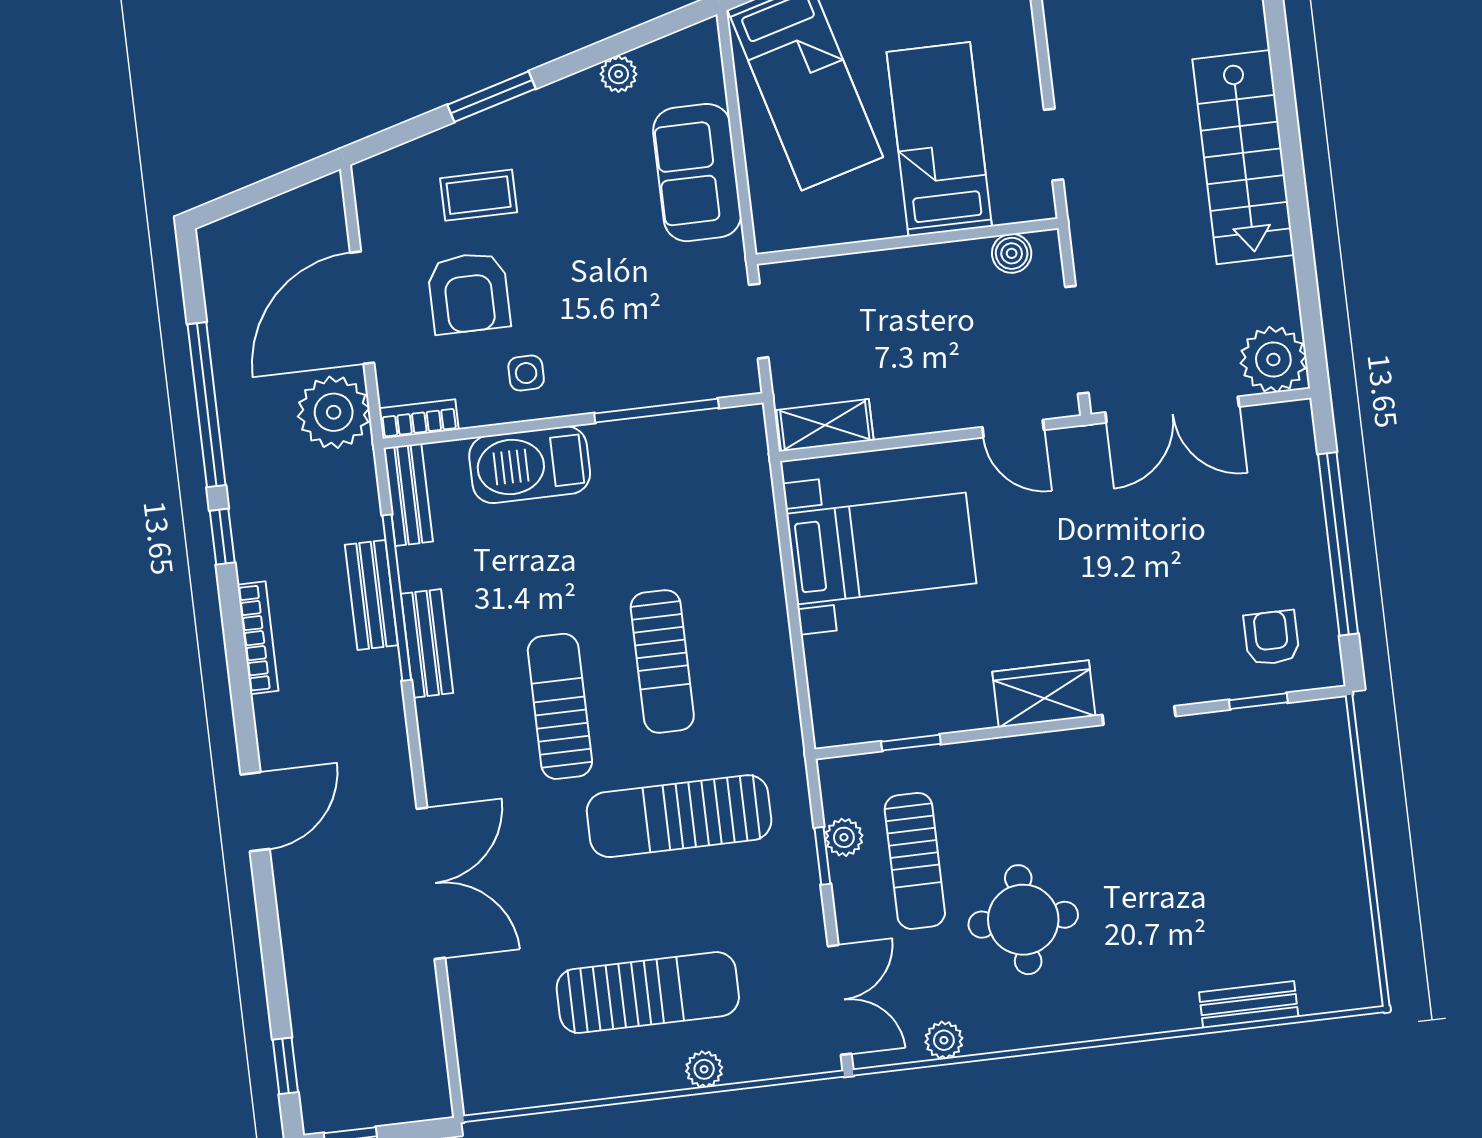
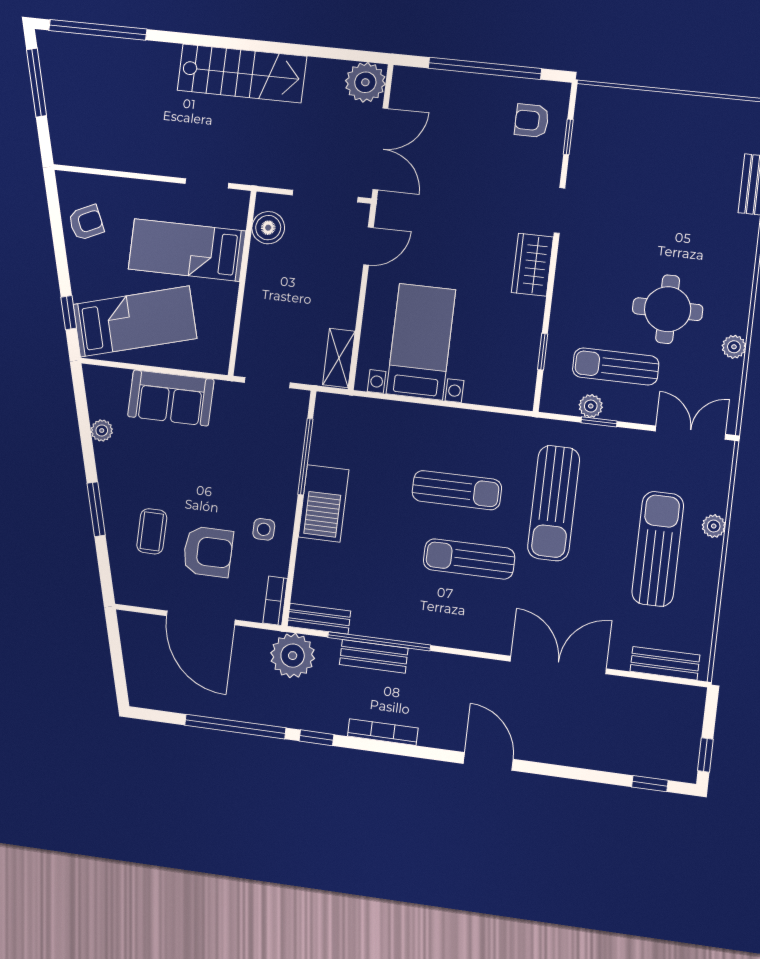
boiler: (1012, 253) -> (268, 228), width x1.36, depth x1.36
plant: (334, 412) -> (293, 656), moved
barbecue: (530, 465) -> (324, 503), moved
bench: (427, 643) -> (665, 663), moved
sun lounger: (915, 861) -> (616, 366), turned 180
plant: (944, 1040) -> (734, 347), moved

